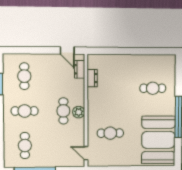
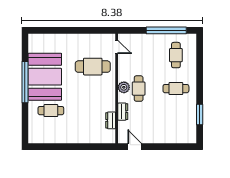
dresser: (80, 69) -> (123, 112), moved
cafe table: (24, 76) -> (176, 122), removed
cafe table: (110, 133) -> (93, 67), width x1.37, depth x1.35
booth: (158, 140) -> (45, 77), moved

